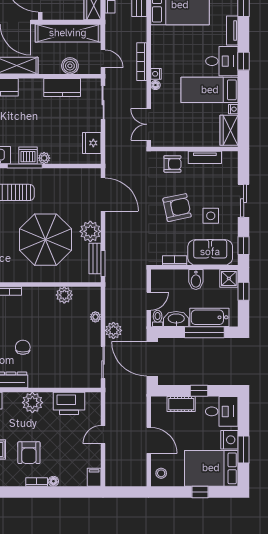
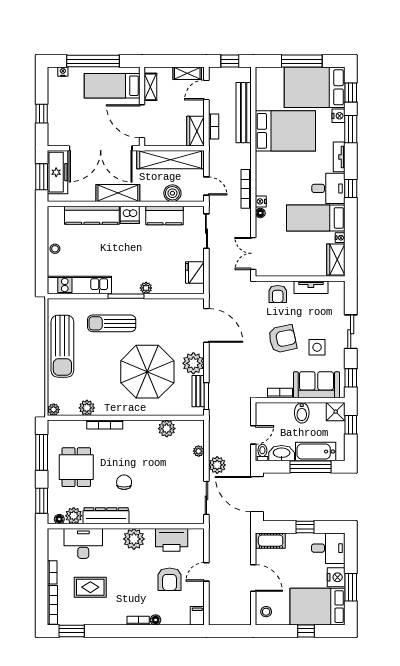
dishwasher: (28, 155) -> (130, 215), moved, turned 180
armchair: (172, 164) -> (278, 294), turned 90
cot: (181, 404) -> (271, 541), moved
armchair: (29, 453) -> (170, 579), moved

